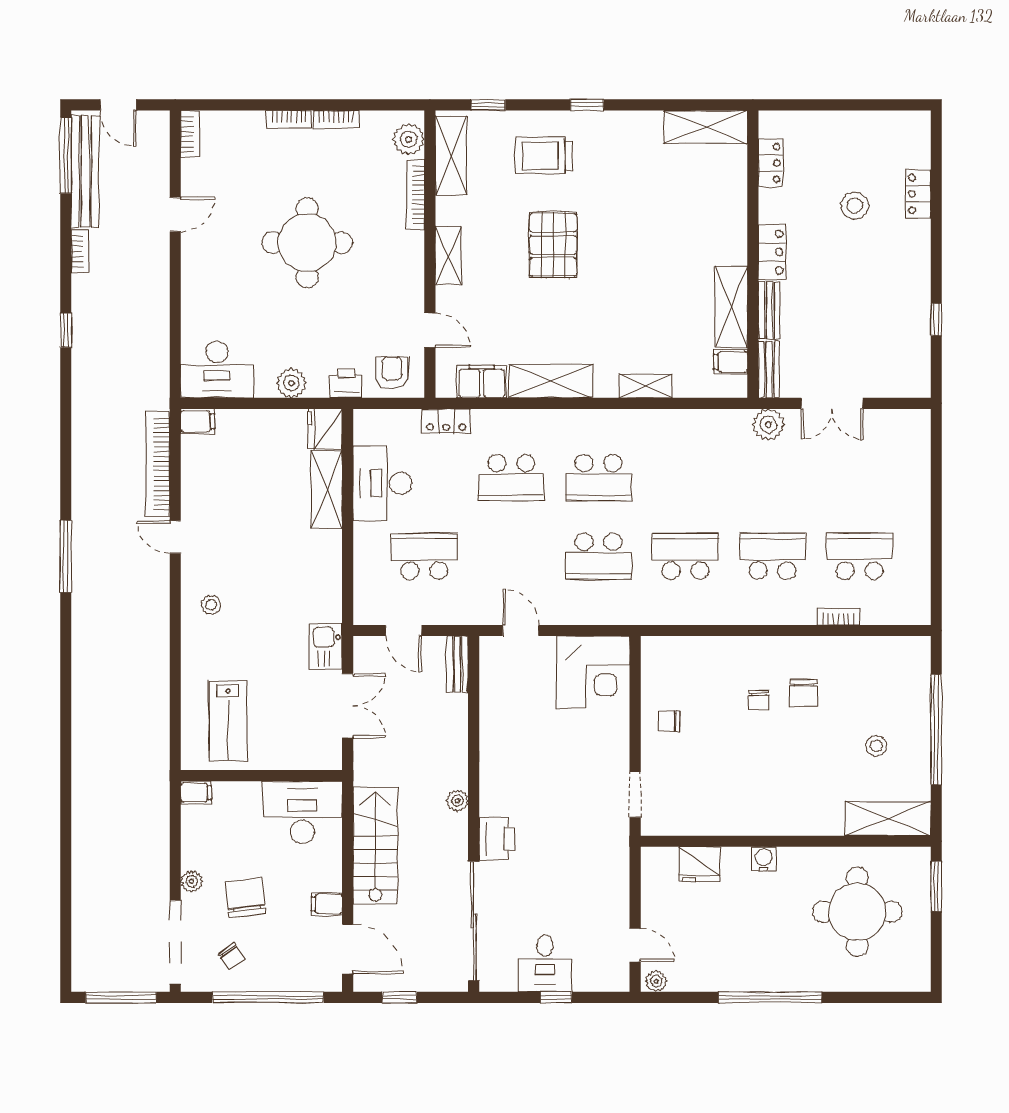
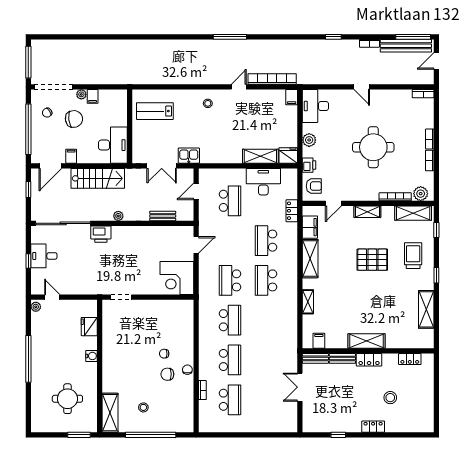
shelving: (706, 127) -> (426, 309), moved
locker: (918, 194) -> (373, 427), moved
door: (175, 214) -> (362, 87), moved
shelving: (731, 307) -> (366, 341), moved
plant: (768, 425) -> (290, 358), removed
bench: (457, 664) -> (163, 216), moved
chair: (669, 721) -> (187, 370), moved
filing cabinet: (196, 793) -> (93, 96), moved
round table: (857, 912) -> (67, 399), width x0.73, depth x0.73
door: (635, 945) -> (52, 297), swing flipped

